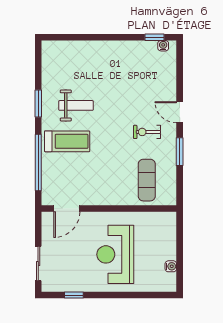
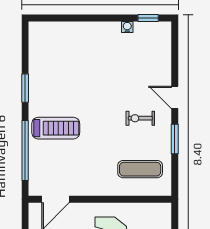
water cooler: (163, 46) -> (127, 27), moved
weight bench: (76, 105) -> (65, 90), removed
exercise mat: (147, 180) -> (140, 169), turned 90

